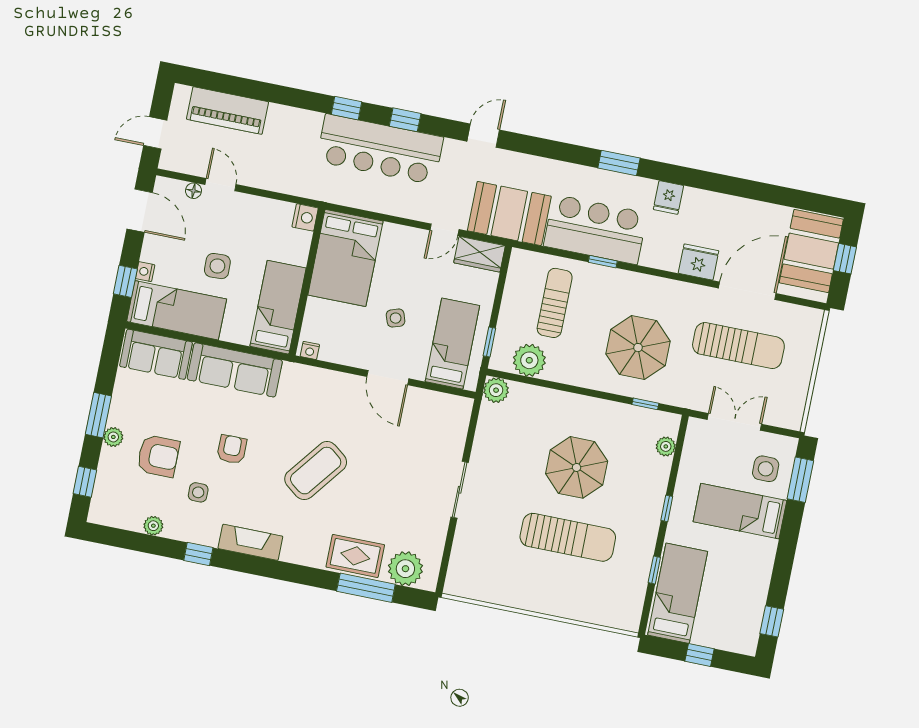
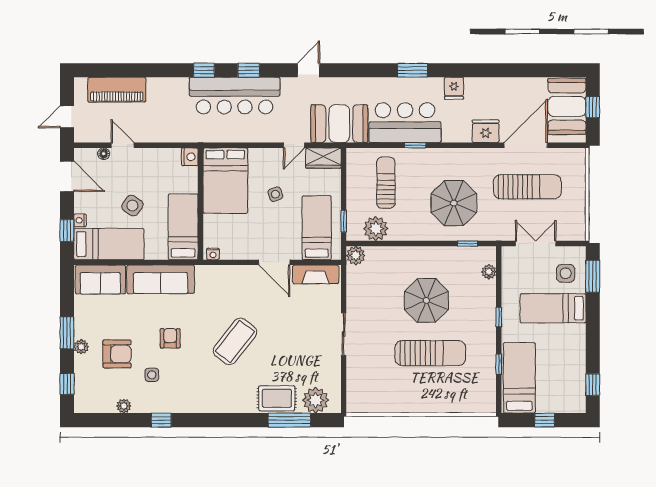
side table: (217, 266) -> (132, 206), turned 37
side table: (396, 318) -> (275, 194), moved
fireplace: (250, 542) -> (316, 274), moved, turned 180

